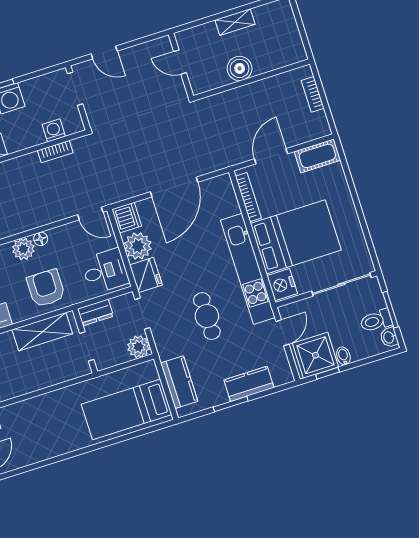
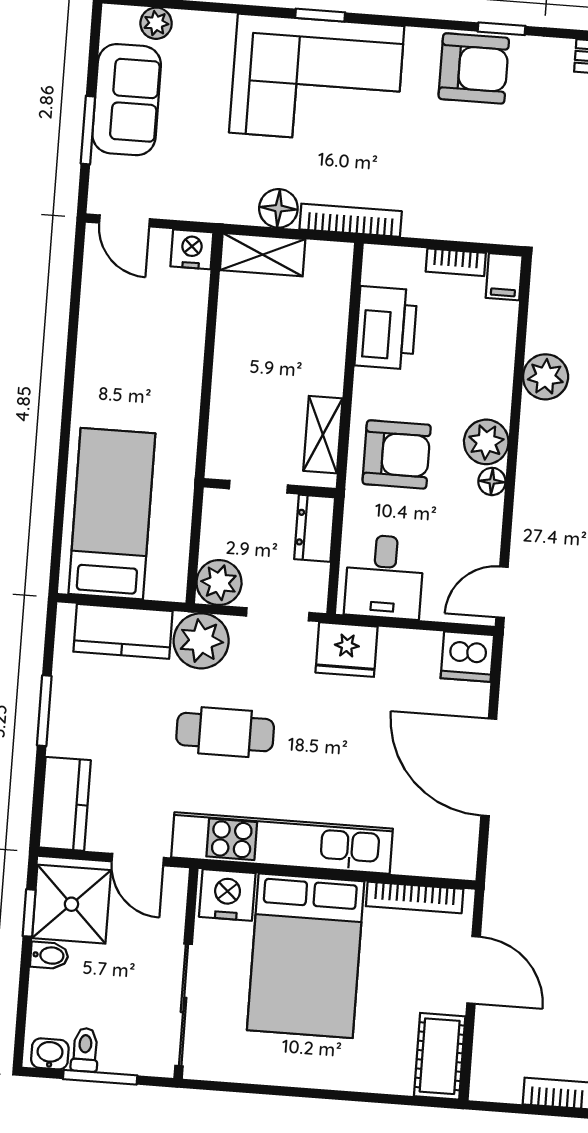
plant: (138, 246) -> (201, 641), moved
toilet: (376, 321) -> (85, 1050), width x0.73, depth x0.72
shelving: (42, 332) -> (323, 435), width x0.67, depth x0.75
kitchen counter: (249, 384) -> (65, 804), moved

